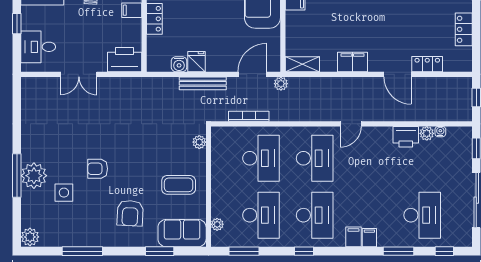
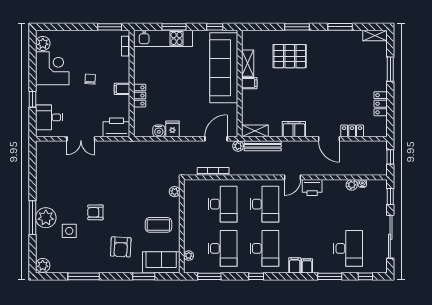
bench: (203, 83) -> (263, 146), moved
printer: (406, 137) -> (312, 187), moved

